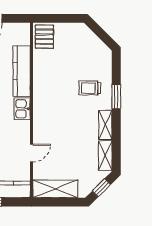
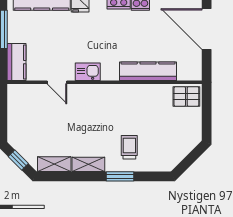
kitchen sink: (22, 109) -> (88, 72), moved
shelving: (55, 189) -> (17, 109), removed

